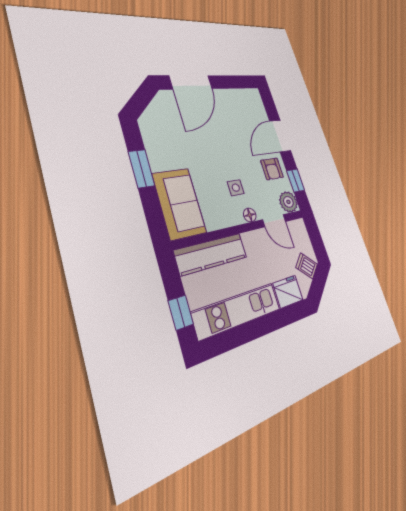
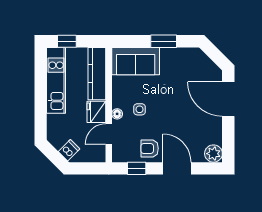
plant: (288, 202) -> (213, 154), moved
fridge: (288, 292) -> (96, 112), moved, turned 180

